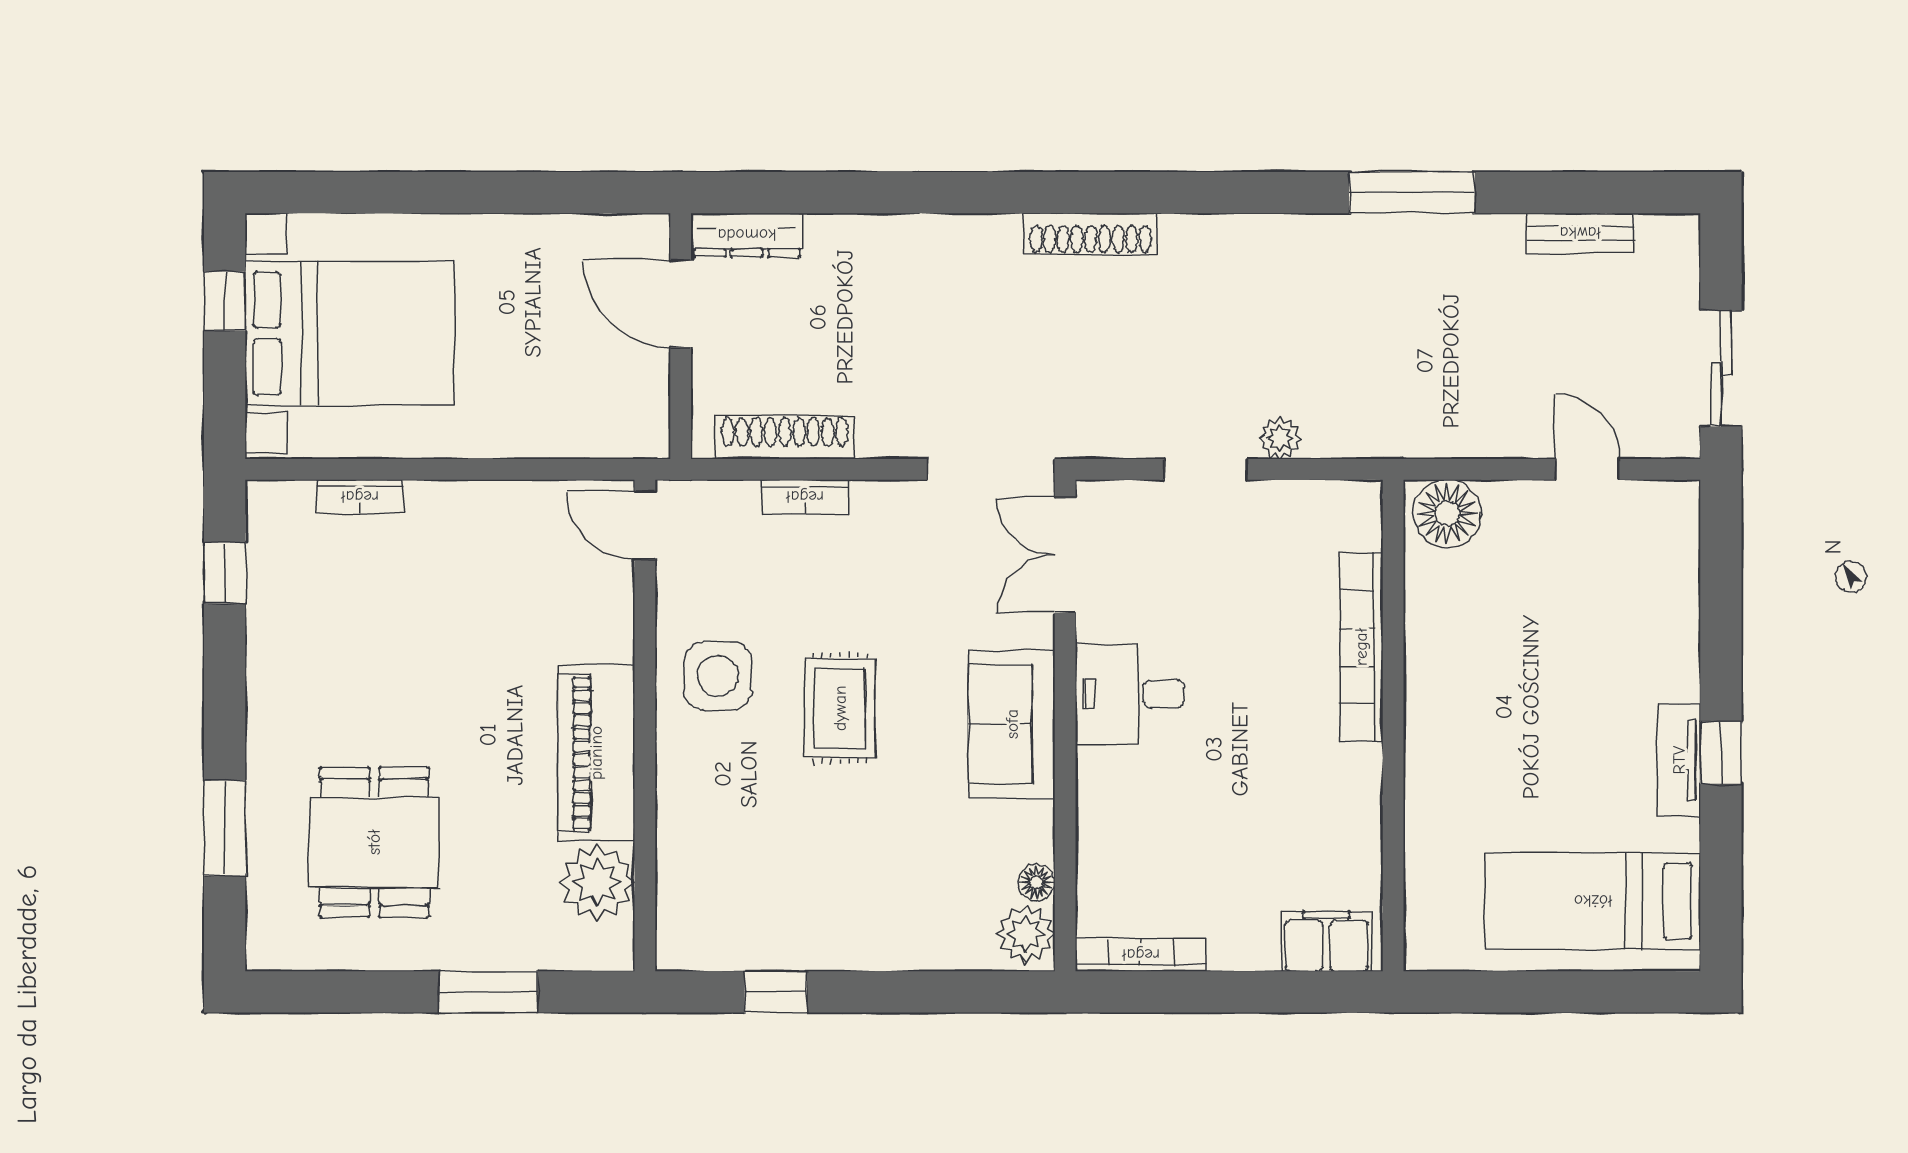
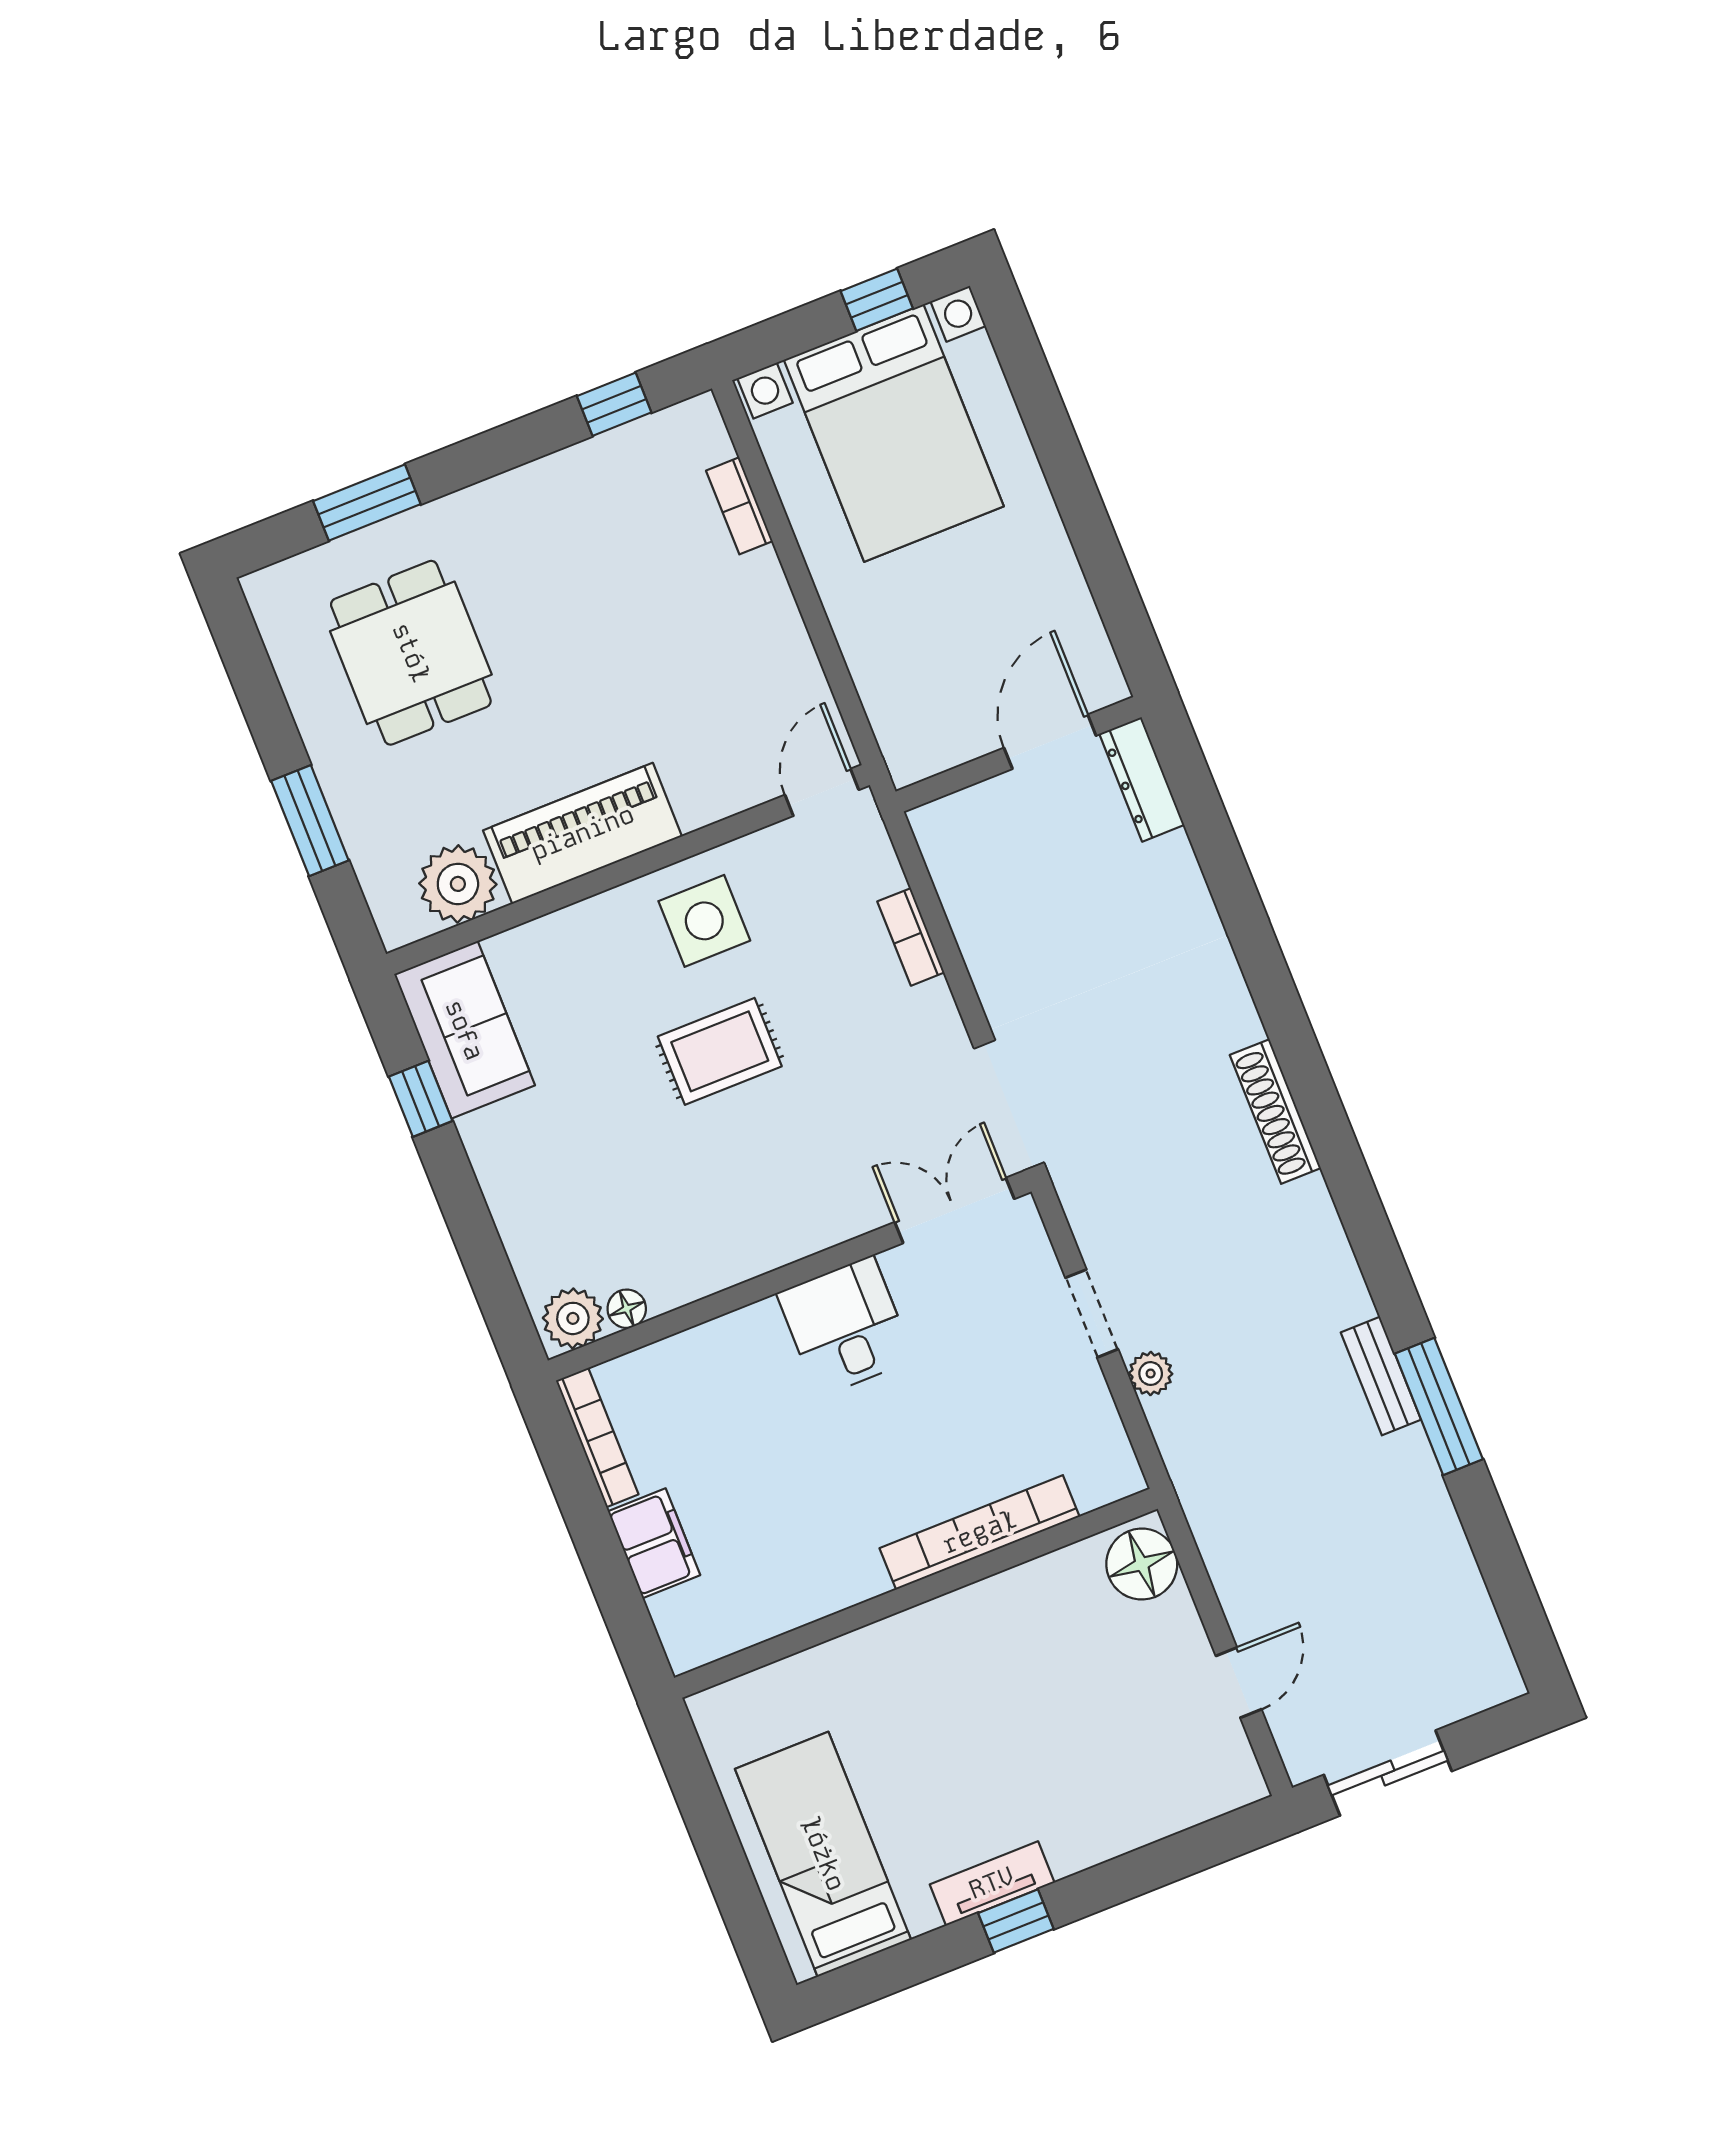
bench: (1580, 233) -> (1381, 1376), moved
shoe rack: (785, 437) -> (960, 894), removed
sofa: (1012, 724) -> (464, 1030), moved, turned 90
dining table: (374, 842) -> (411, 653), turned 90
filing cabinet: (1326, 941) -> (654, 1543), moved

